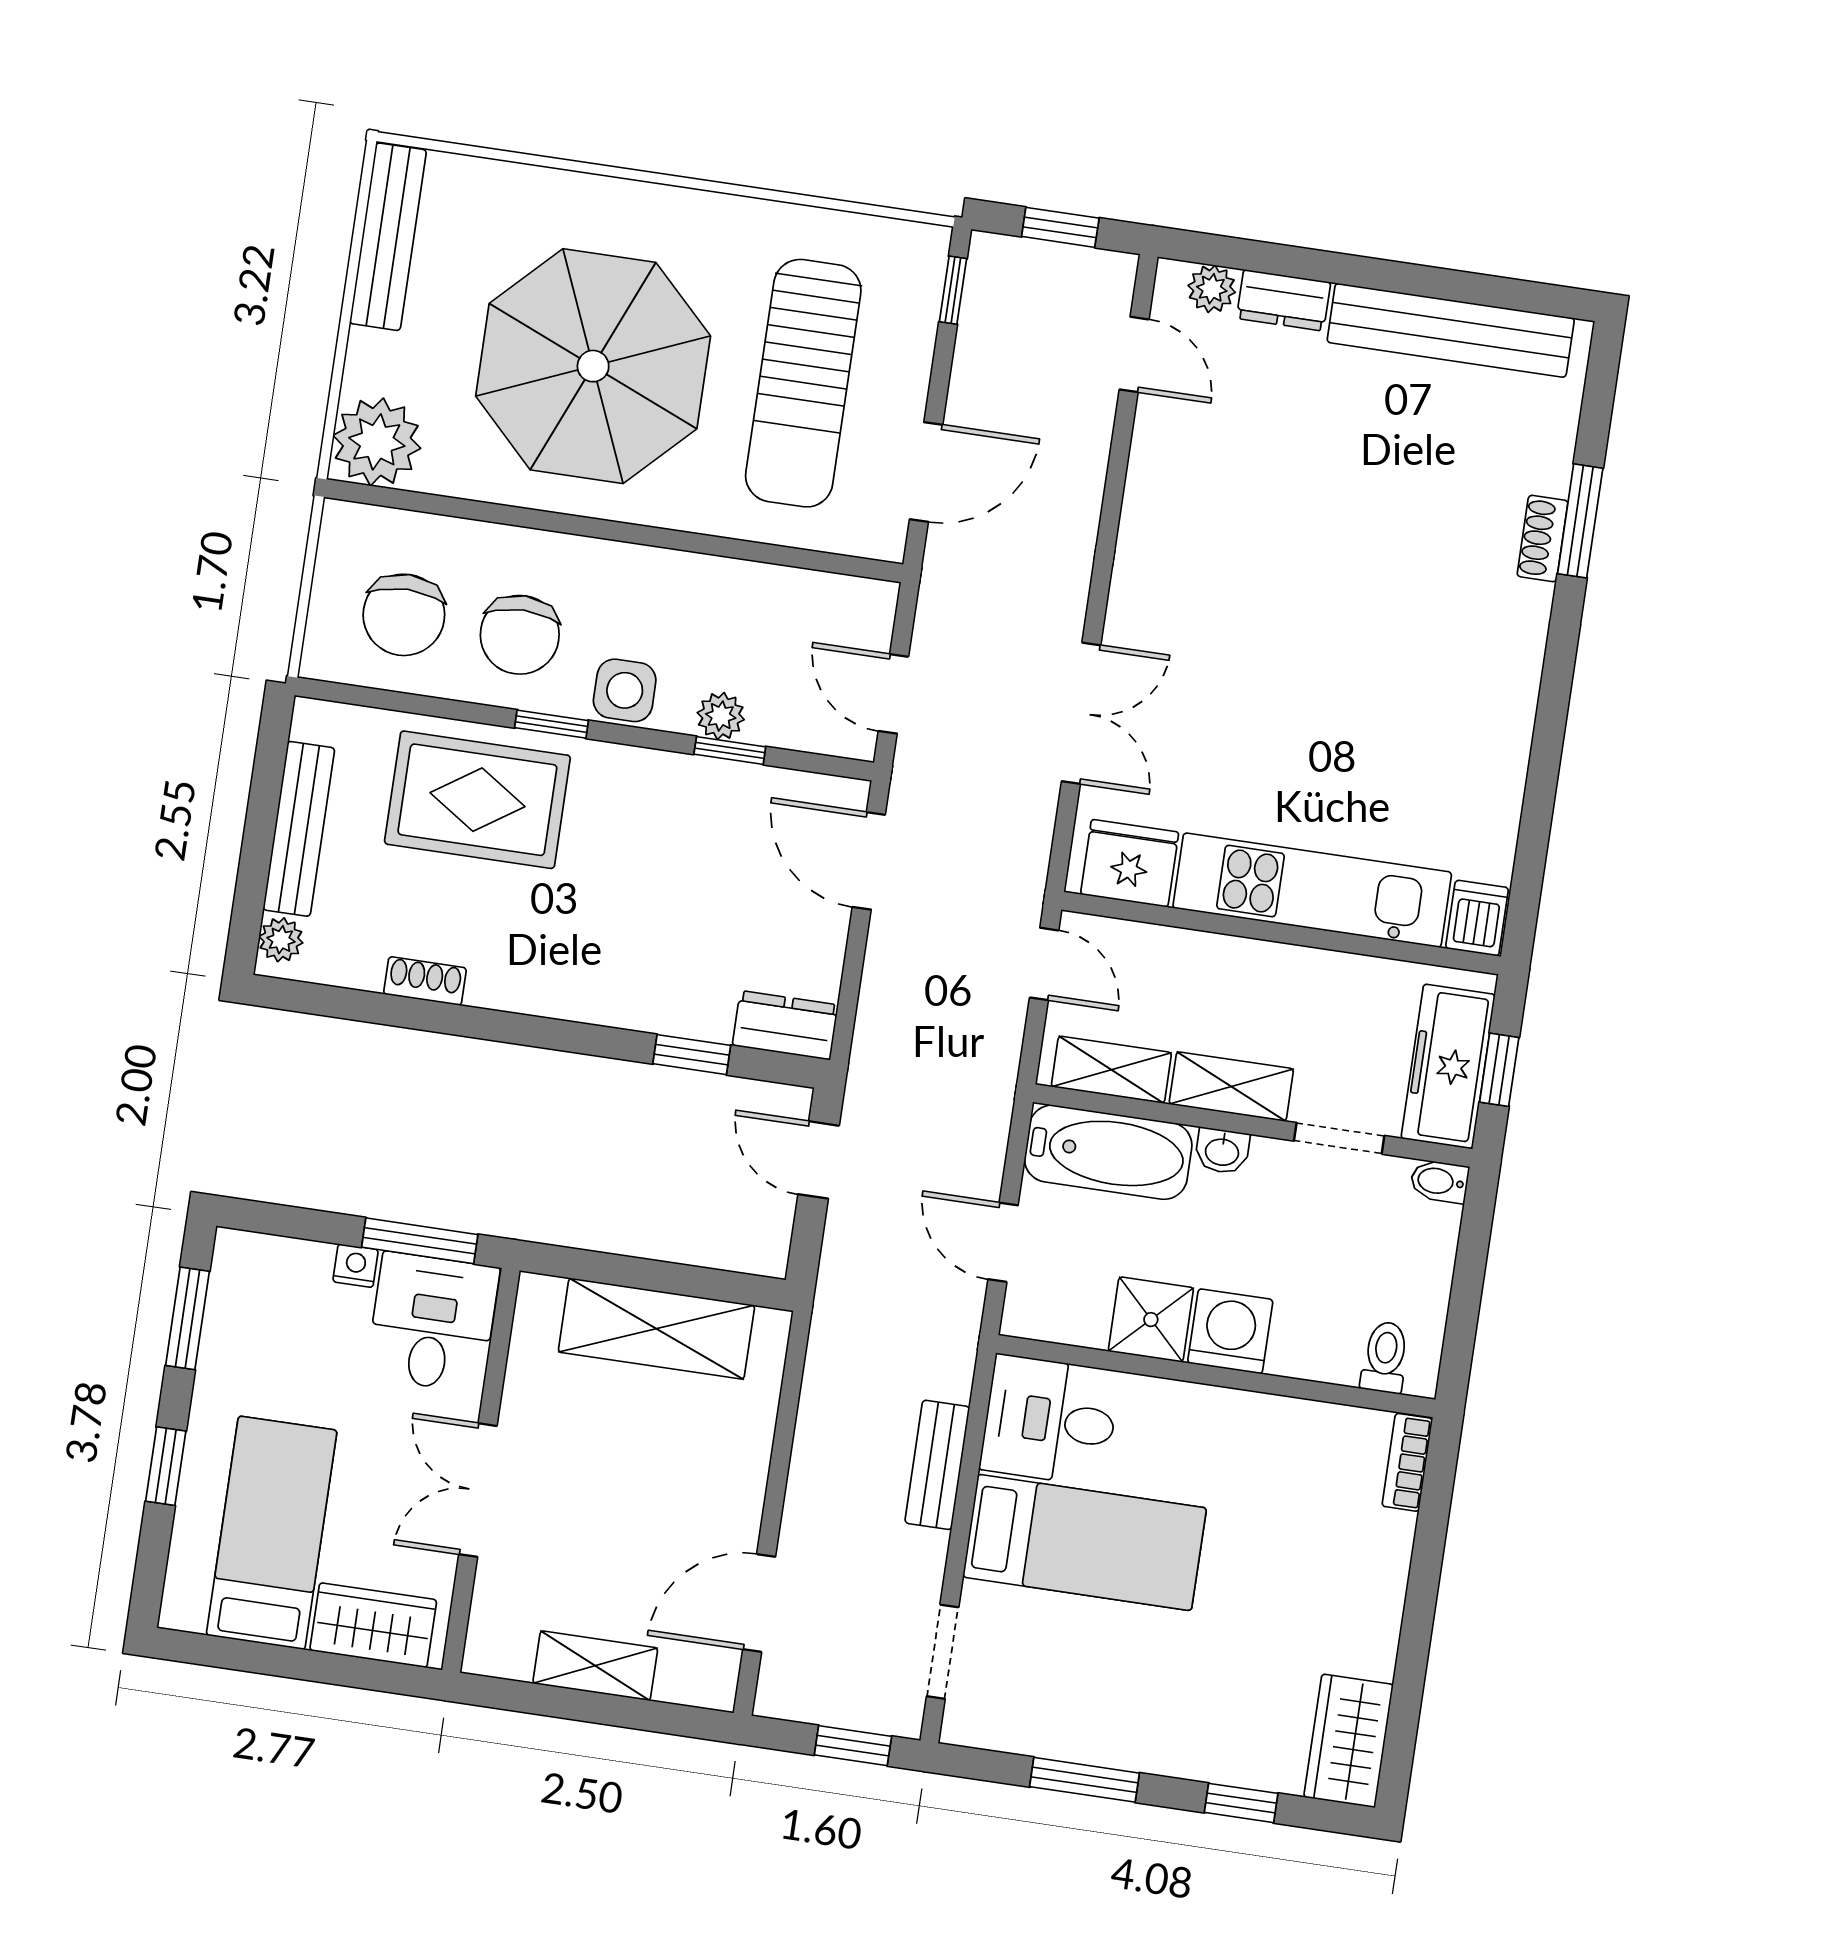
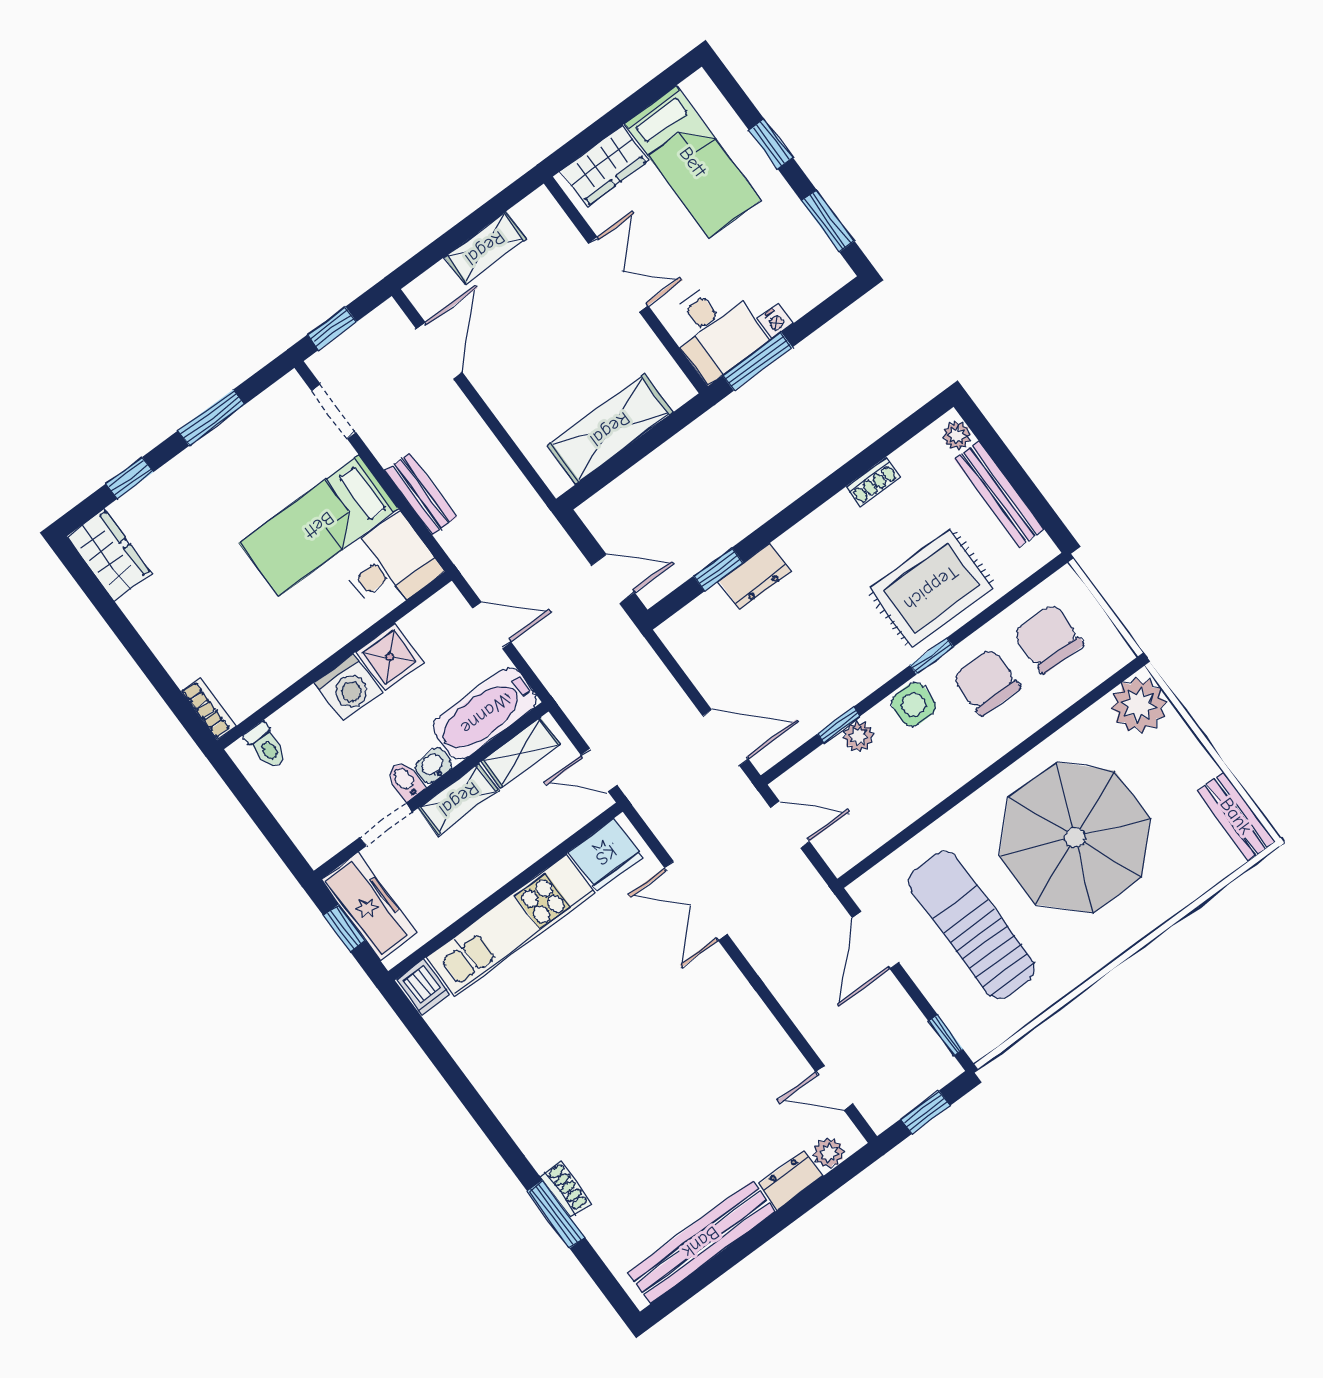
bench: (388, 237) -> (1236, 816), width x0.73
dresser: (785, 1025) -> (755, 576), moved
bidet: (1439, 1181) -> (405, 781), moved, turned -90

